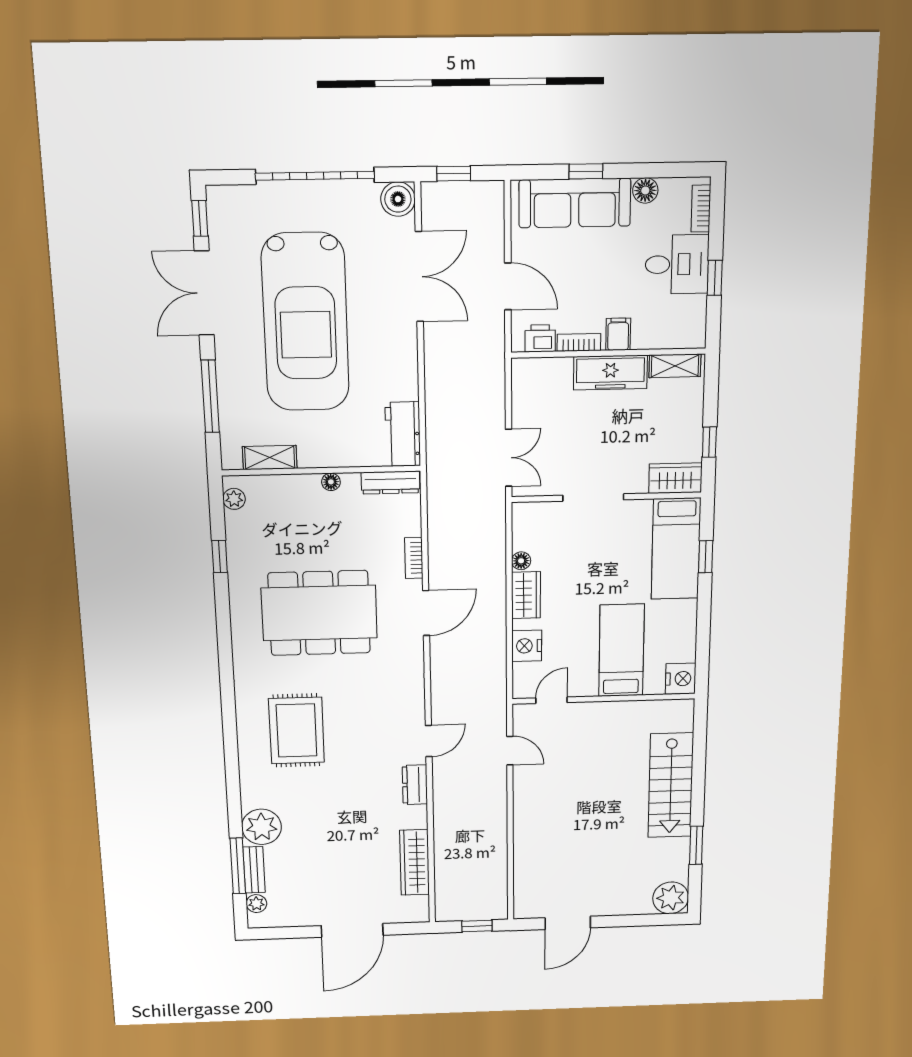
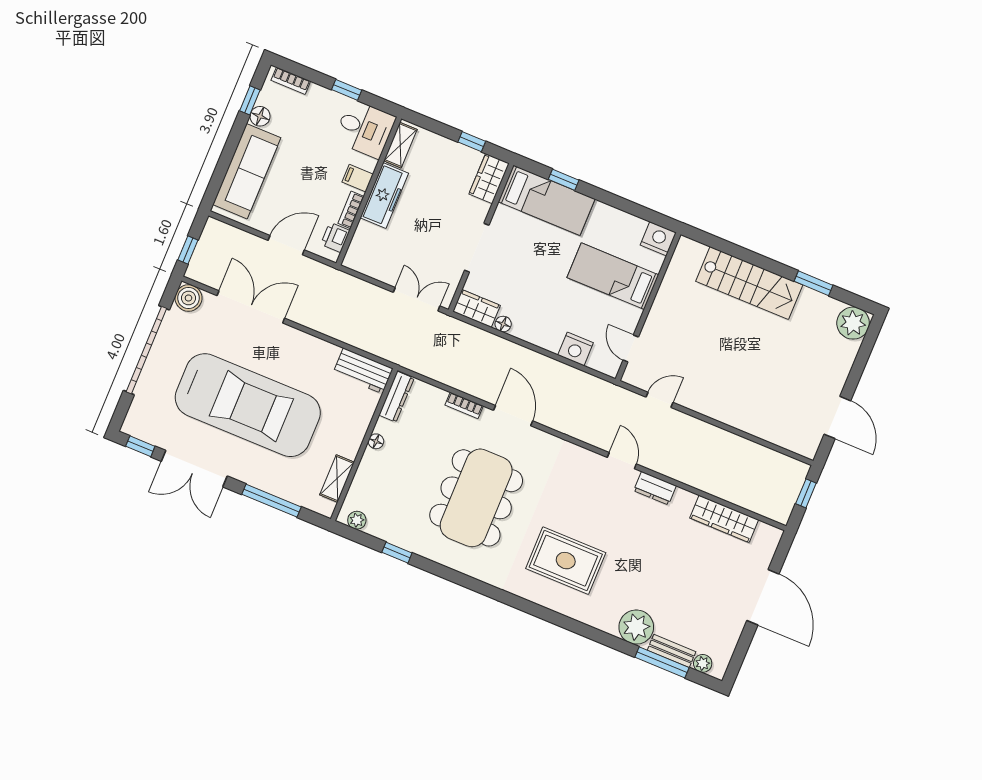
window: (586, 171) -> (250, 100), moved
desk: (677, 264) -> (365, 129), moved, turned 90
wardrobe: (526, 595) -> (476, 308), moved

